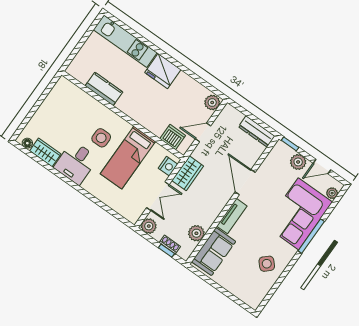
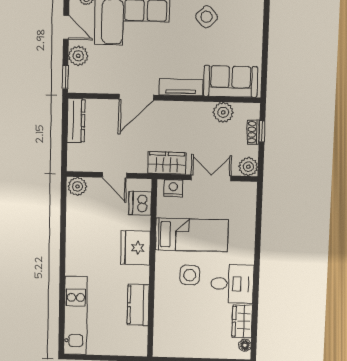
fridge: (163, 71) -> (135, 248), moved, turned 180

